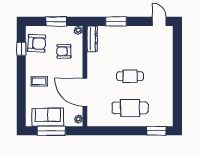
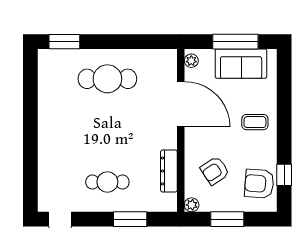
dresser: (92, 39) -> (169, 171), moved
armchair: (64, 51) -> (215, 171), turned 147
cafe table: (130, 76) -> (107, 182), moved

